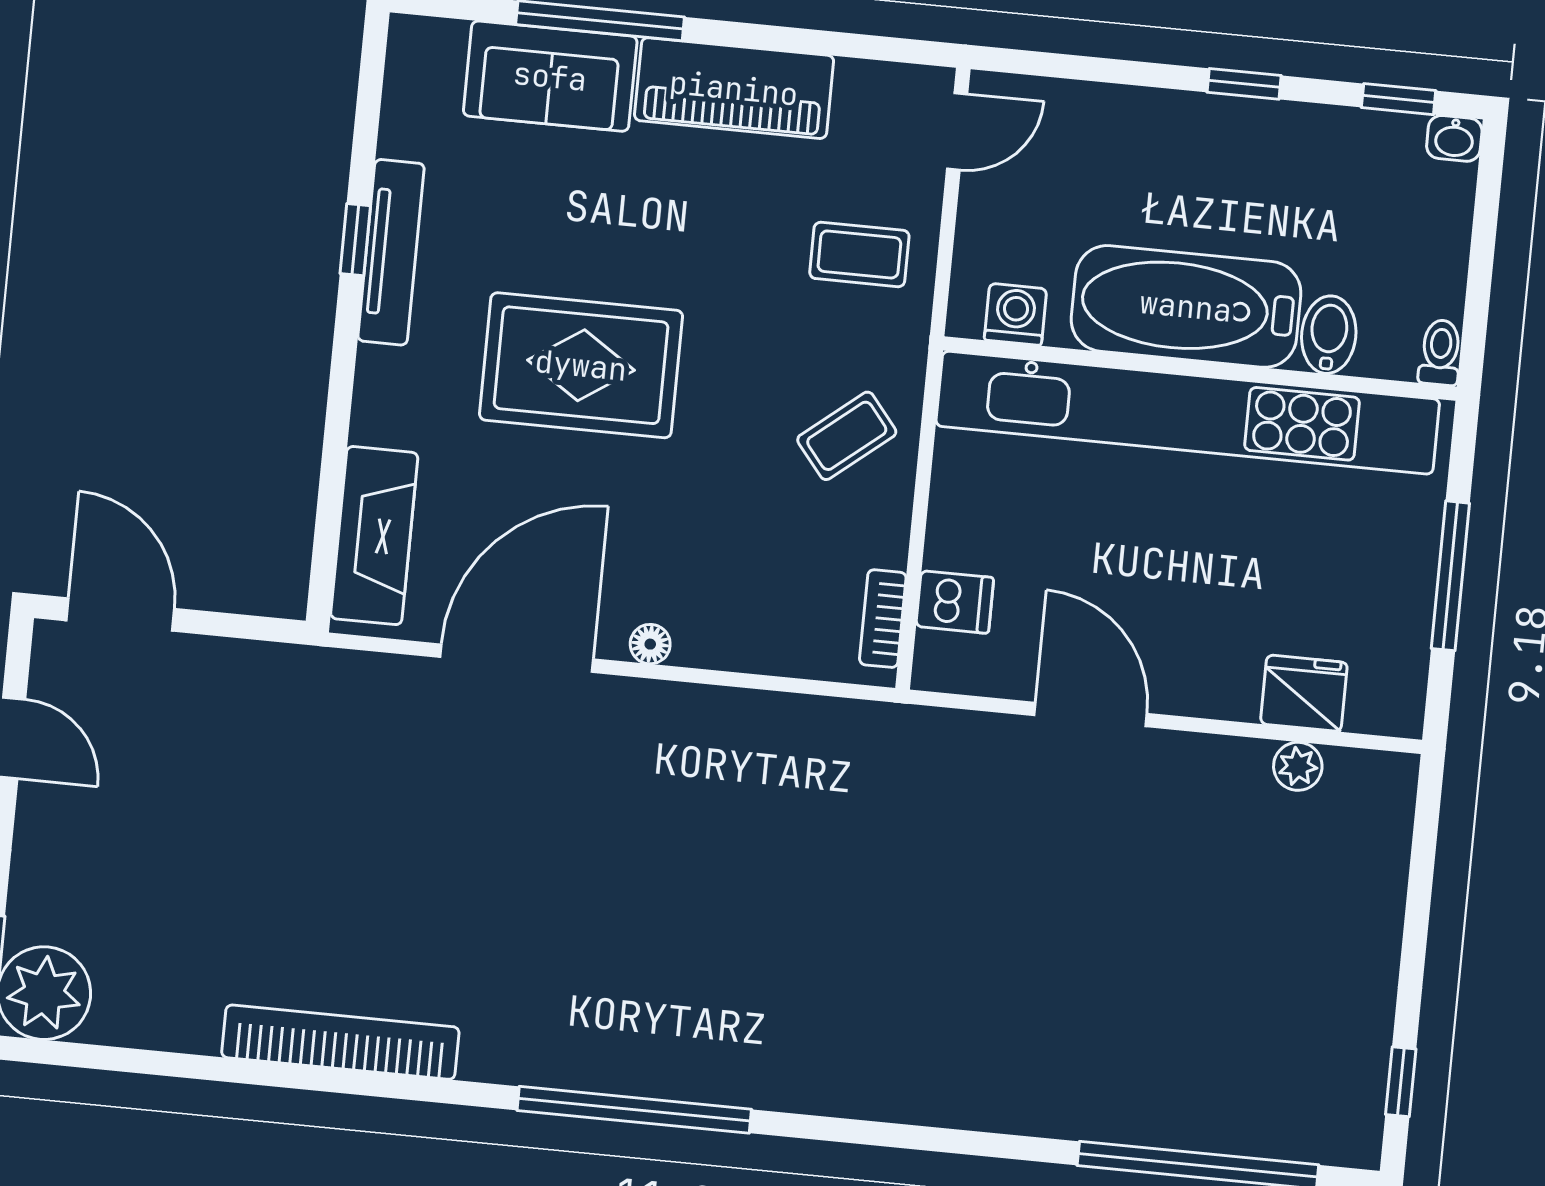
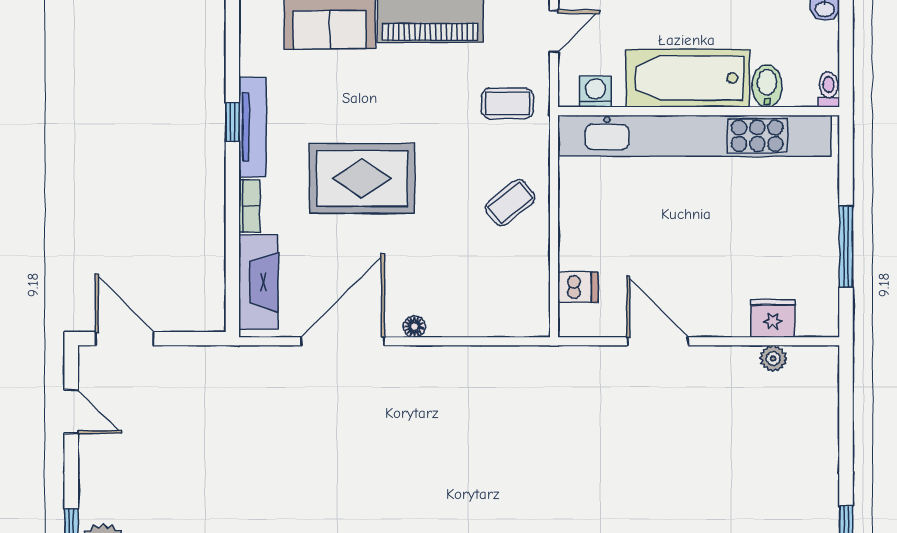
bathtub: (1186, 306) -> (688, 78), moved
washing machine: (1015, 314) -> (596, 91), moved
bidet: (1329, 335) -> (767, 86), moved
toilet: (1440, 352) -> (829, 89), moved
wall: (1200, 369) -> (699, 111), moved
kitchen unit: (1188, 413) -> (694, 136), moved
bookcase: (883, 619) -> (249, 206), moved, turned 180

